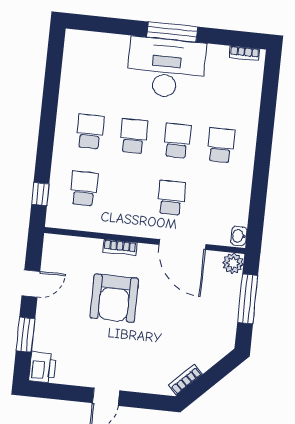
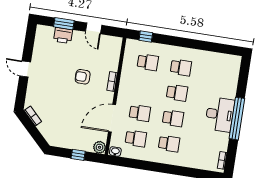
window: (172, 32) -> (237, 119), width x1.46
desk: (166, 68) -> (220, 114), width x0.73, depth x0.77
school desk: (215, 202) -> (136, 138), added
armchair: (114, 298) -> (83, 77), width x0.53, depth x0.53
window: (248, 299) -> (78, 155), width x0.46
printer: (42, 367) -> (63, 35), moved

